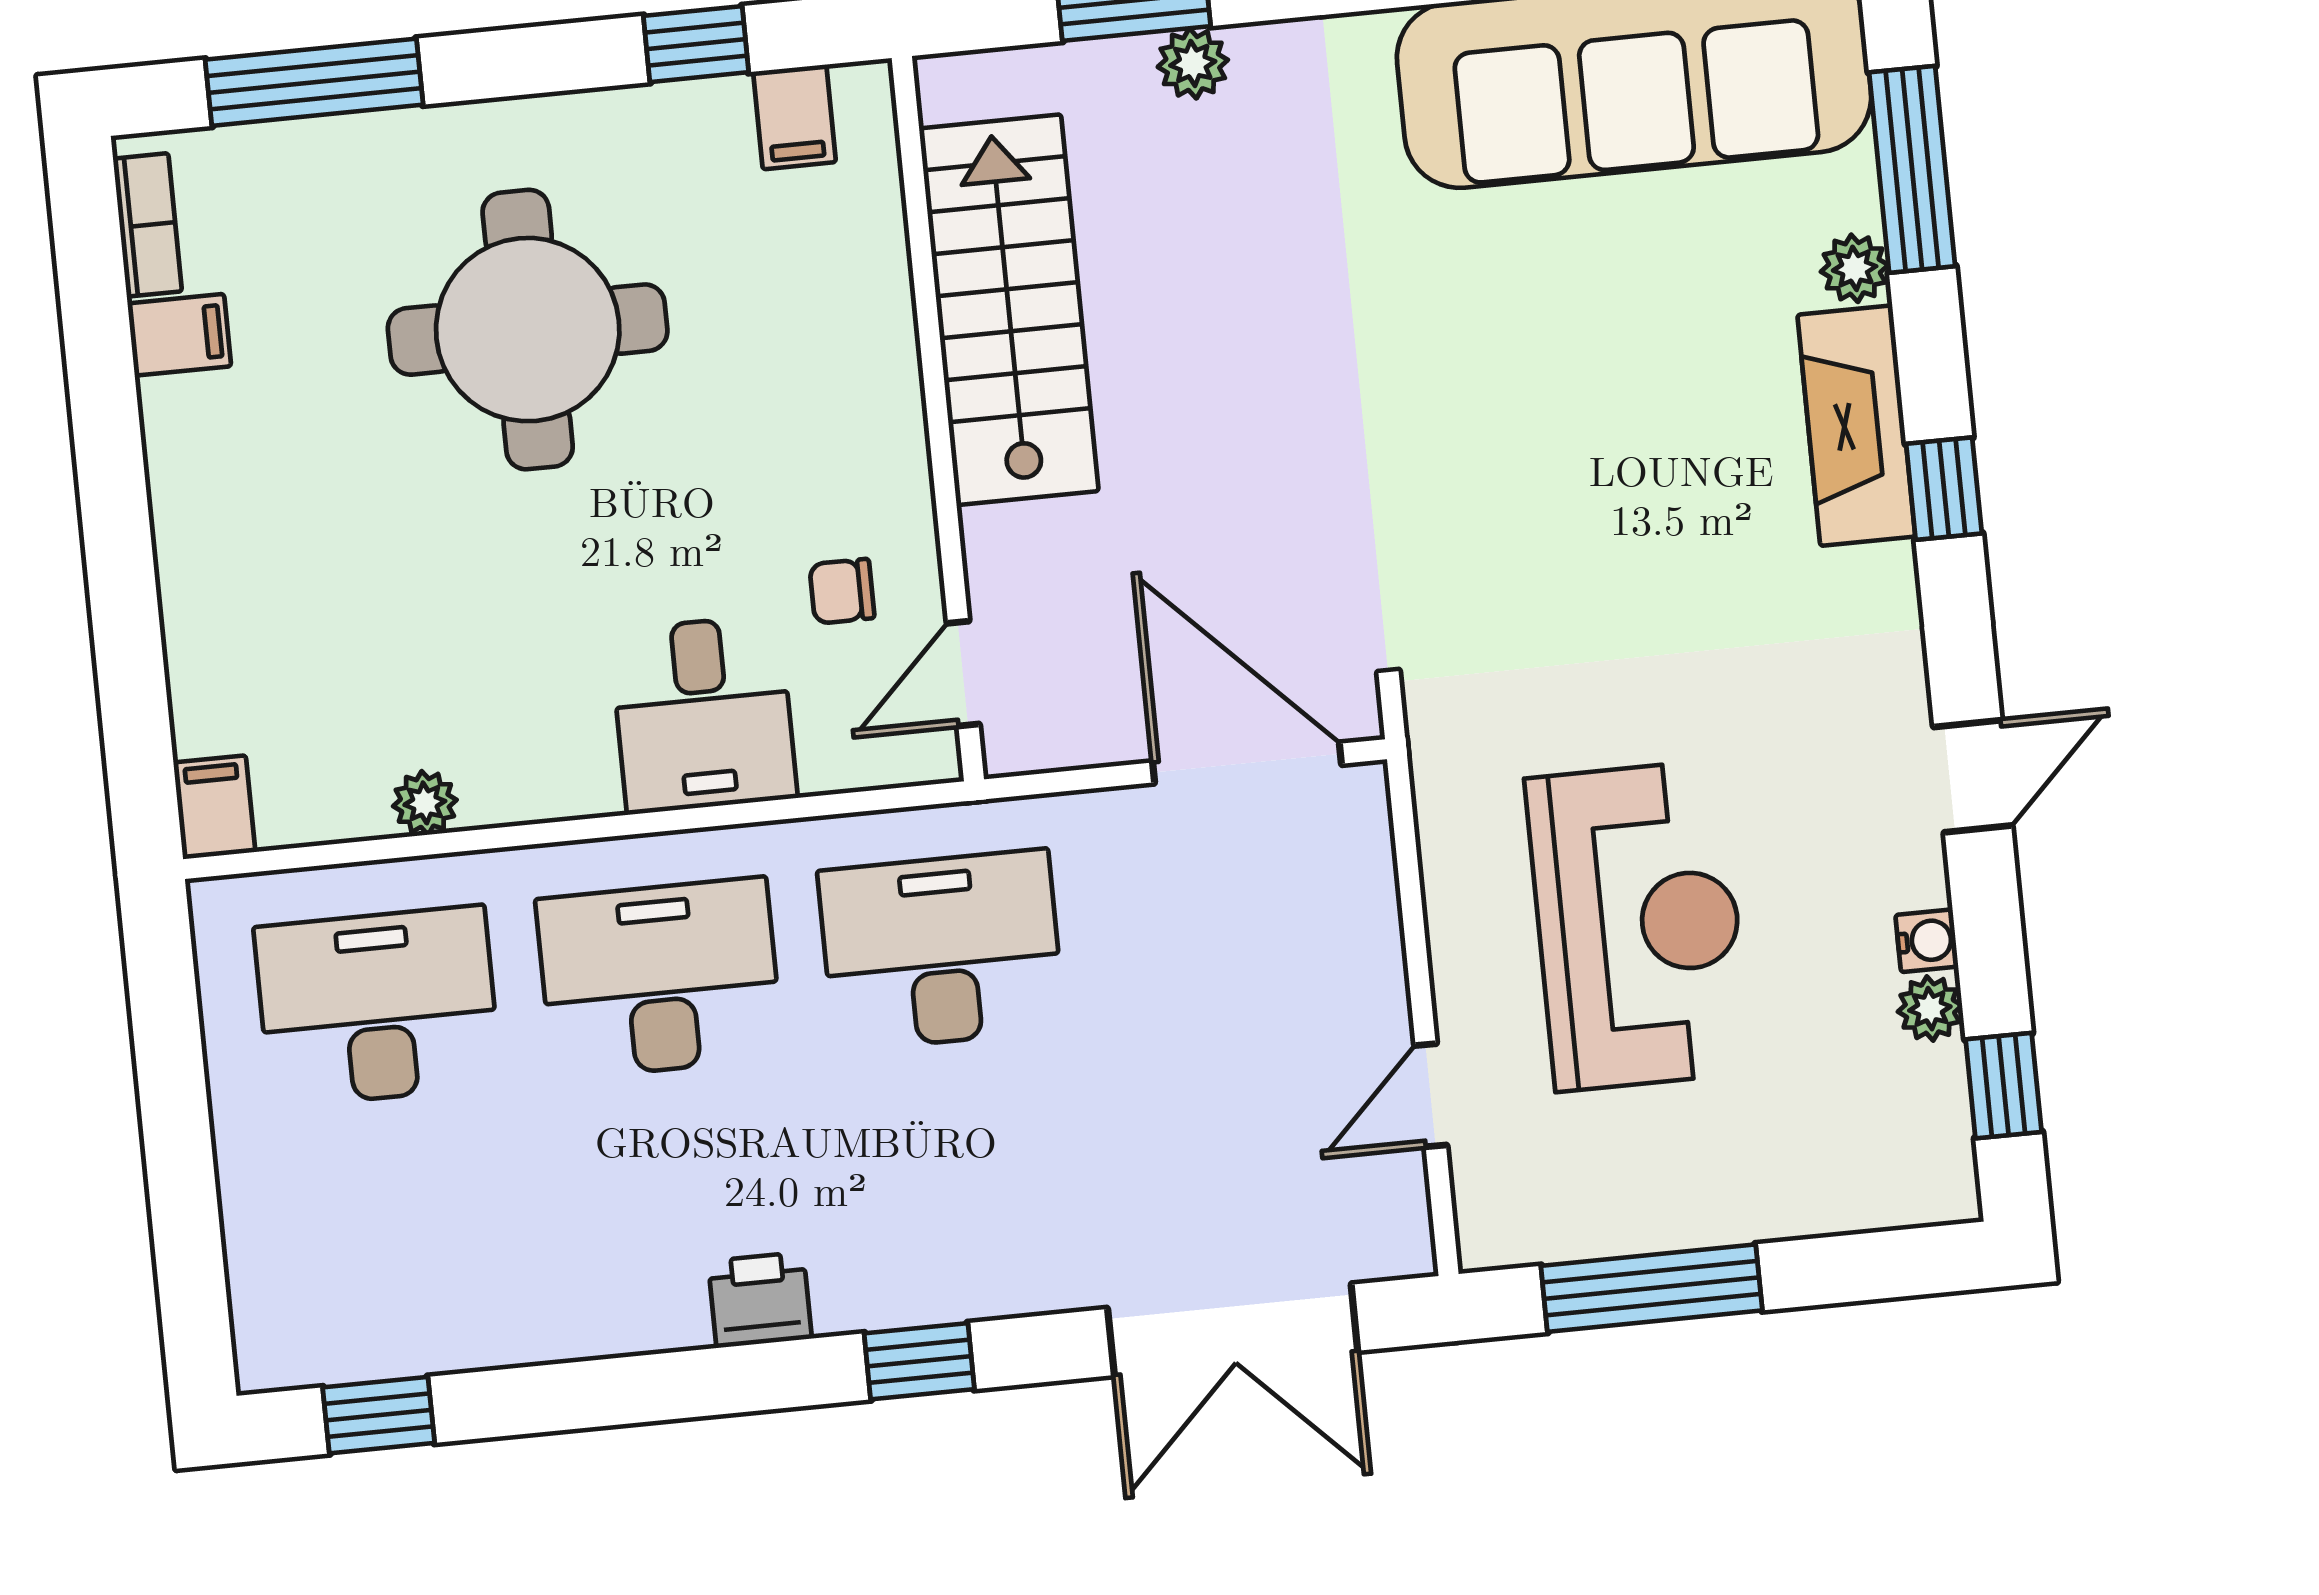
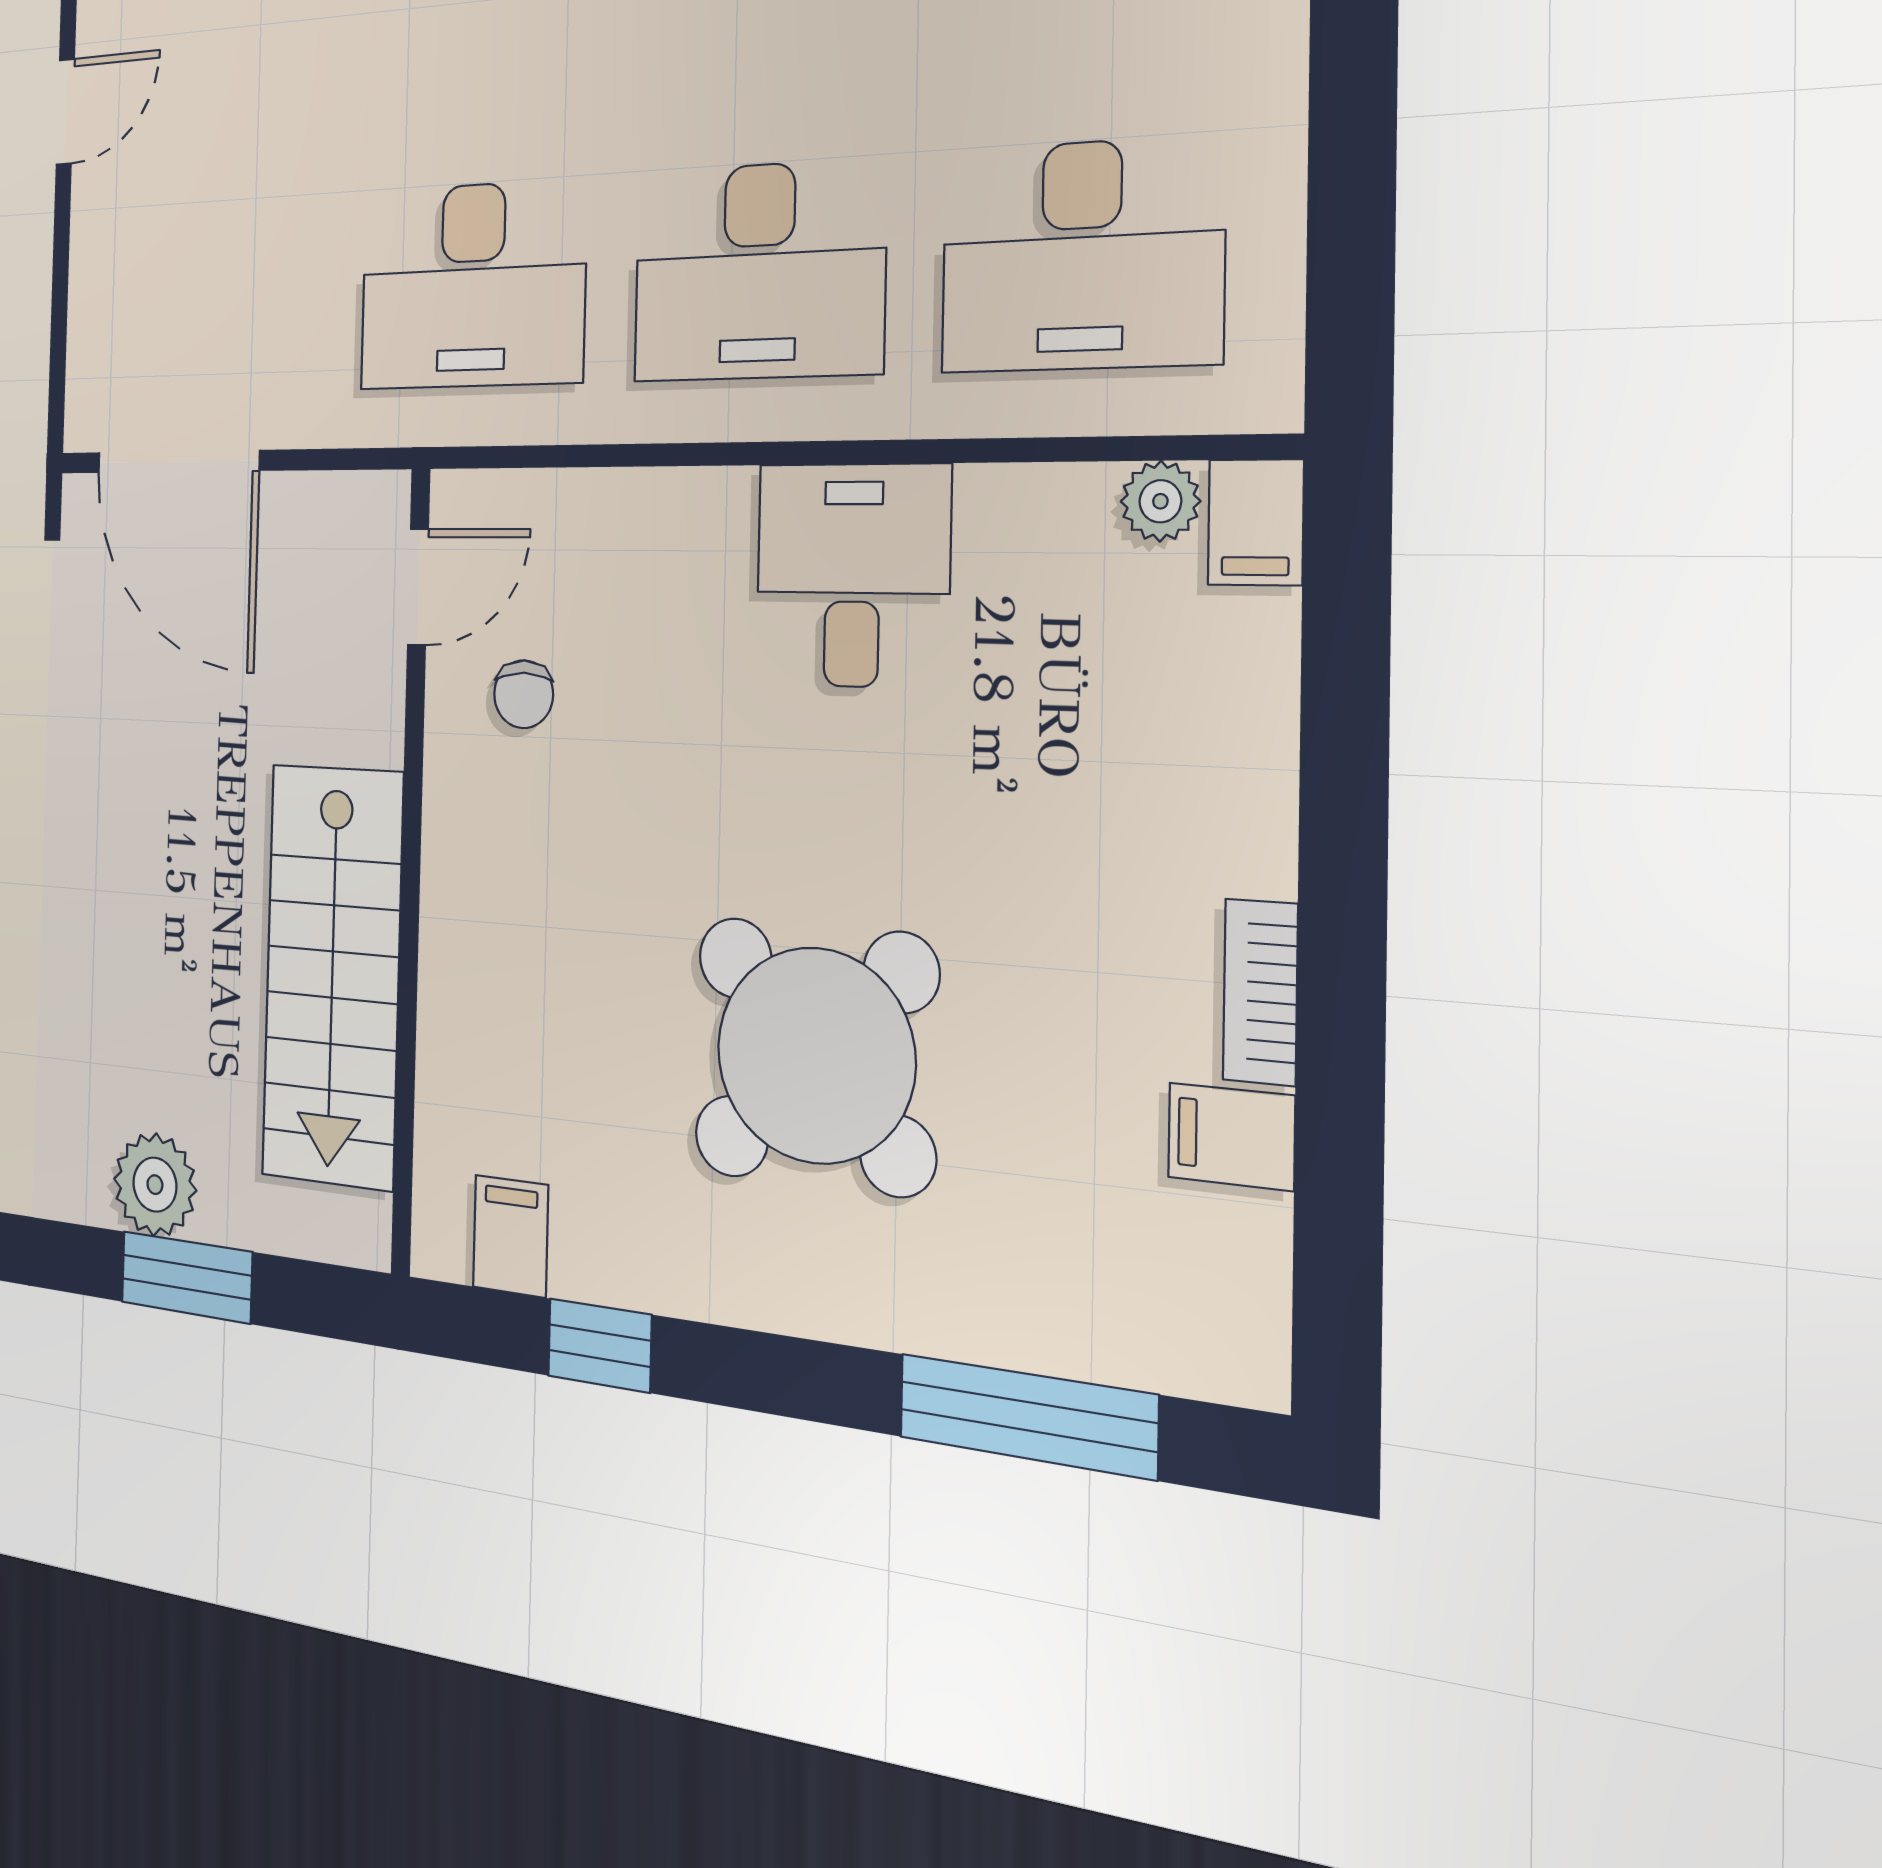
plant: (1193, 63) -> (155, 1185), width x1.38, depth x1.38
bookcase: (147, 225) -> (1260, 992), moved
round table: (528, 330) -> (815, 1055), turned 45
chair: (842, 591) -> (524, 694), turned 90
desk: (703, 714) -> (853, 575), moved
plant: (425, 803) -> (1160, 501), moved

